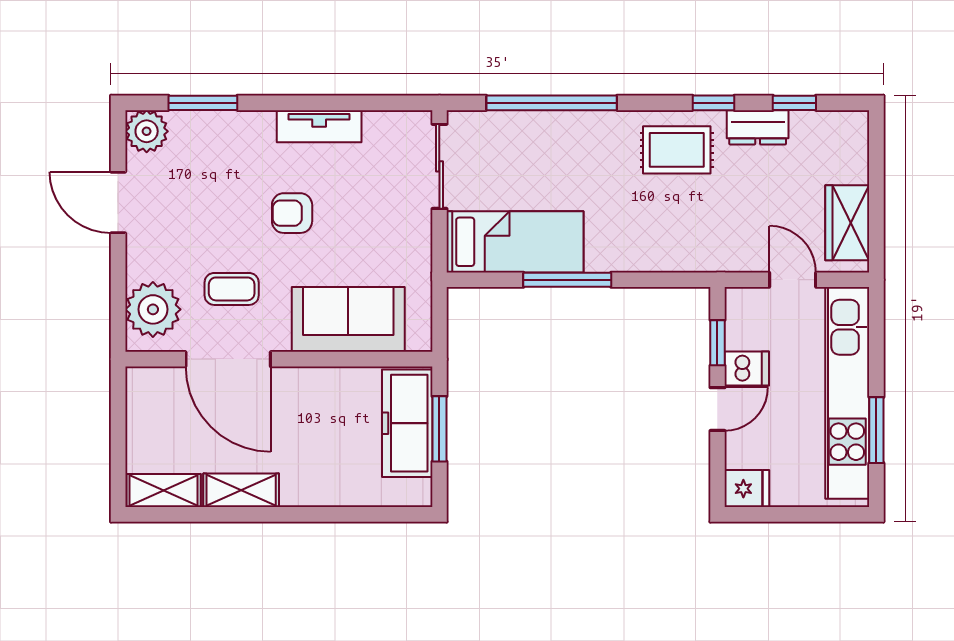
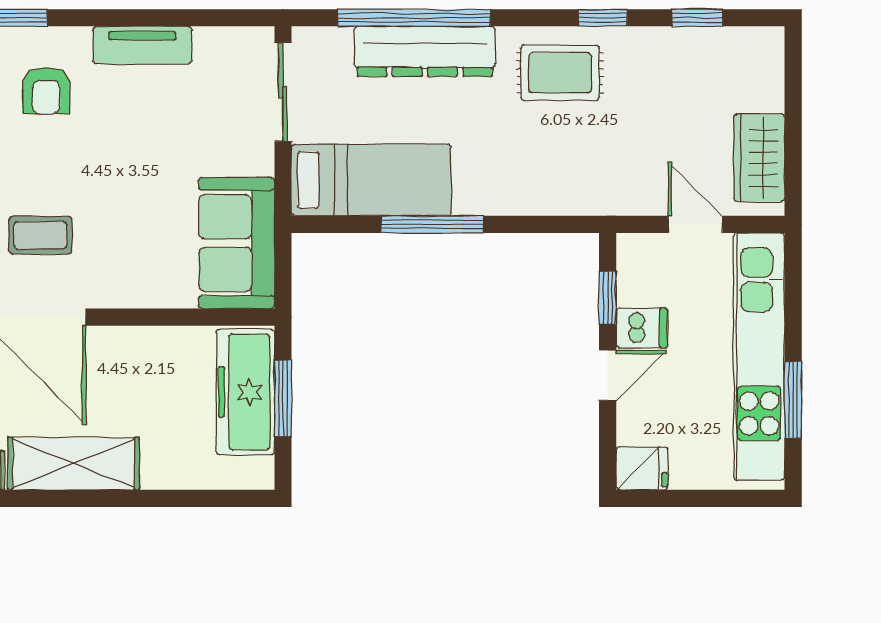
dresser: (758, 127) -> (425, 51), moved, width x1.96, depth x1.24
armchair: (292, 213) -> (46, 91), moved, turned -90
sofa: (348, 319) -> (237, 243), moved, turned -90
shelving: (241, 490) -> (73, 464), width x1.50, depth x1.33

